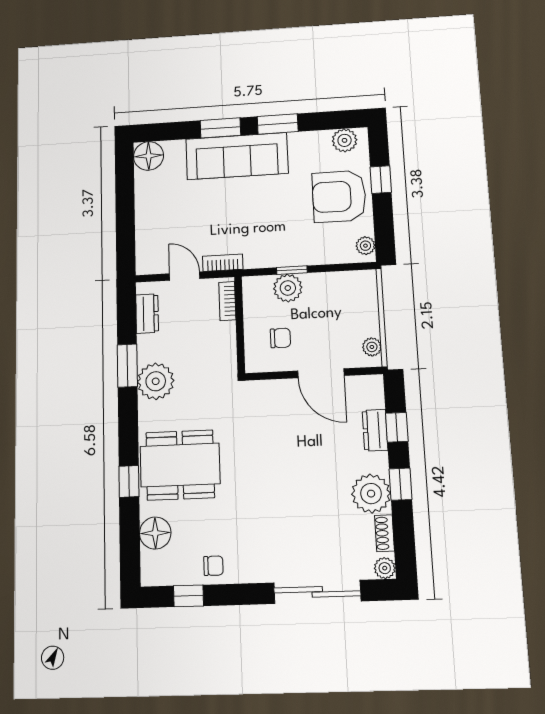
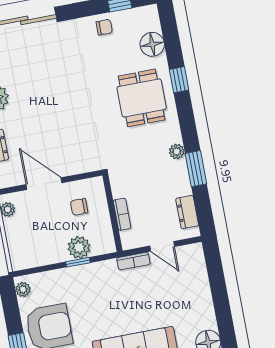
bookcase: (227, 301) -> (122, 214), moved
plant: (156, 381) -> (177, 151), width x0.53, depth x0.53
dining table: (180, 465) -> (142, 98), width x0.73
chair: (213, 566) -> (104, 27), turned 180

